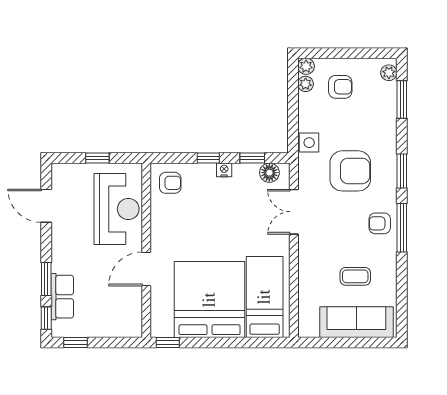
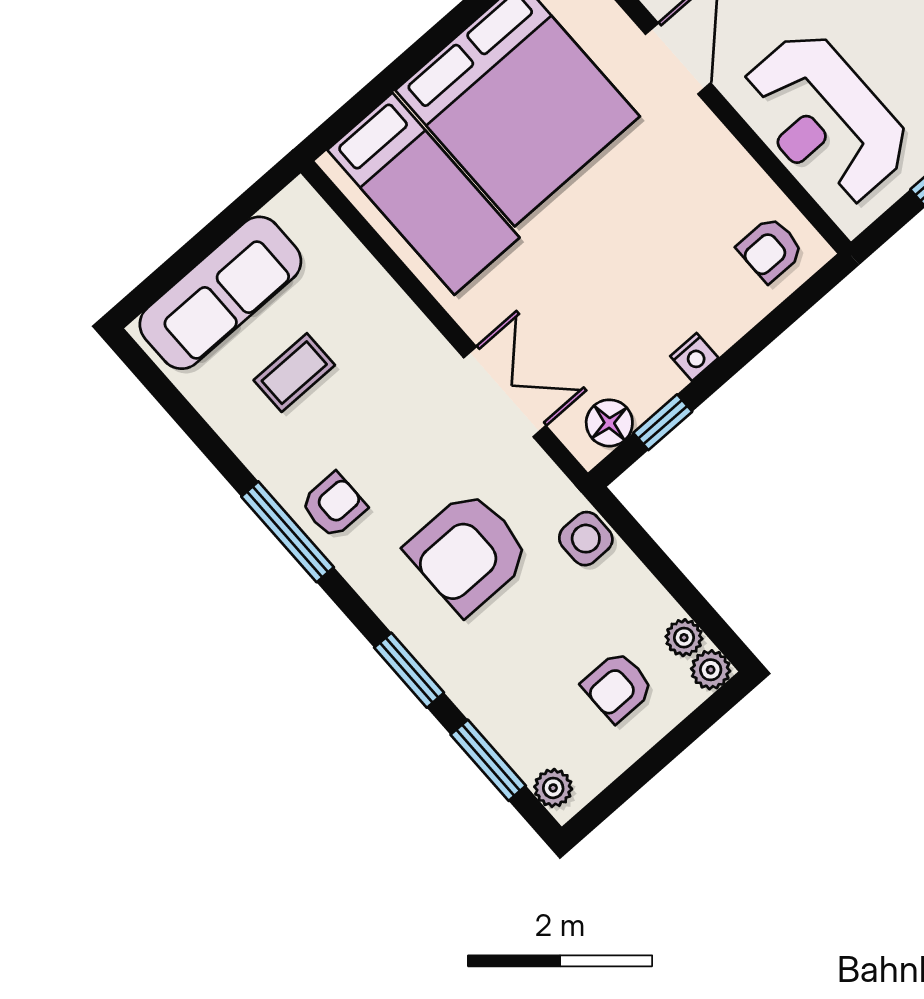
window: (208, 158) -> (741, 353), removed
window: (402, 171) -> (409, 670), moved

